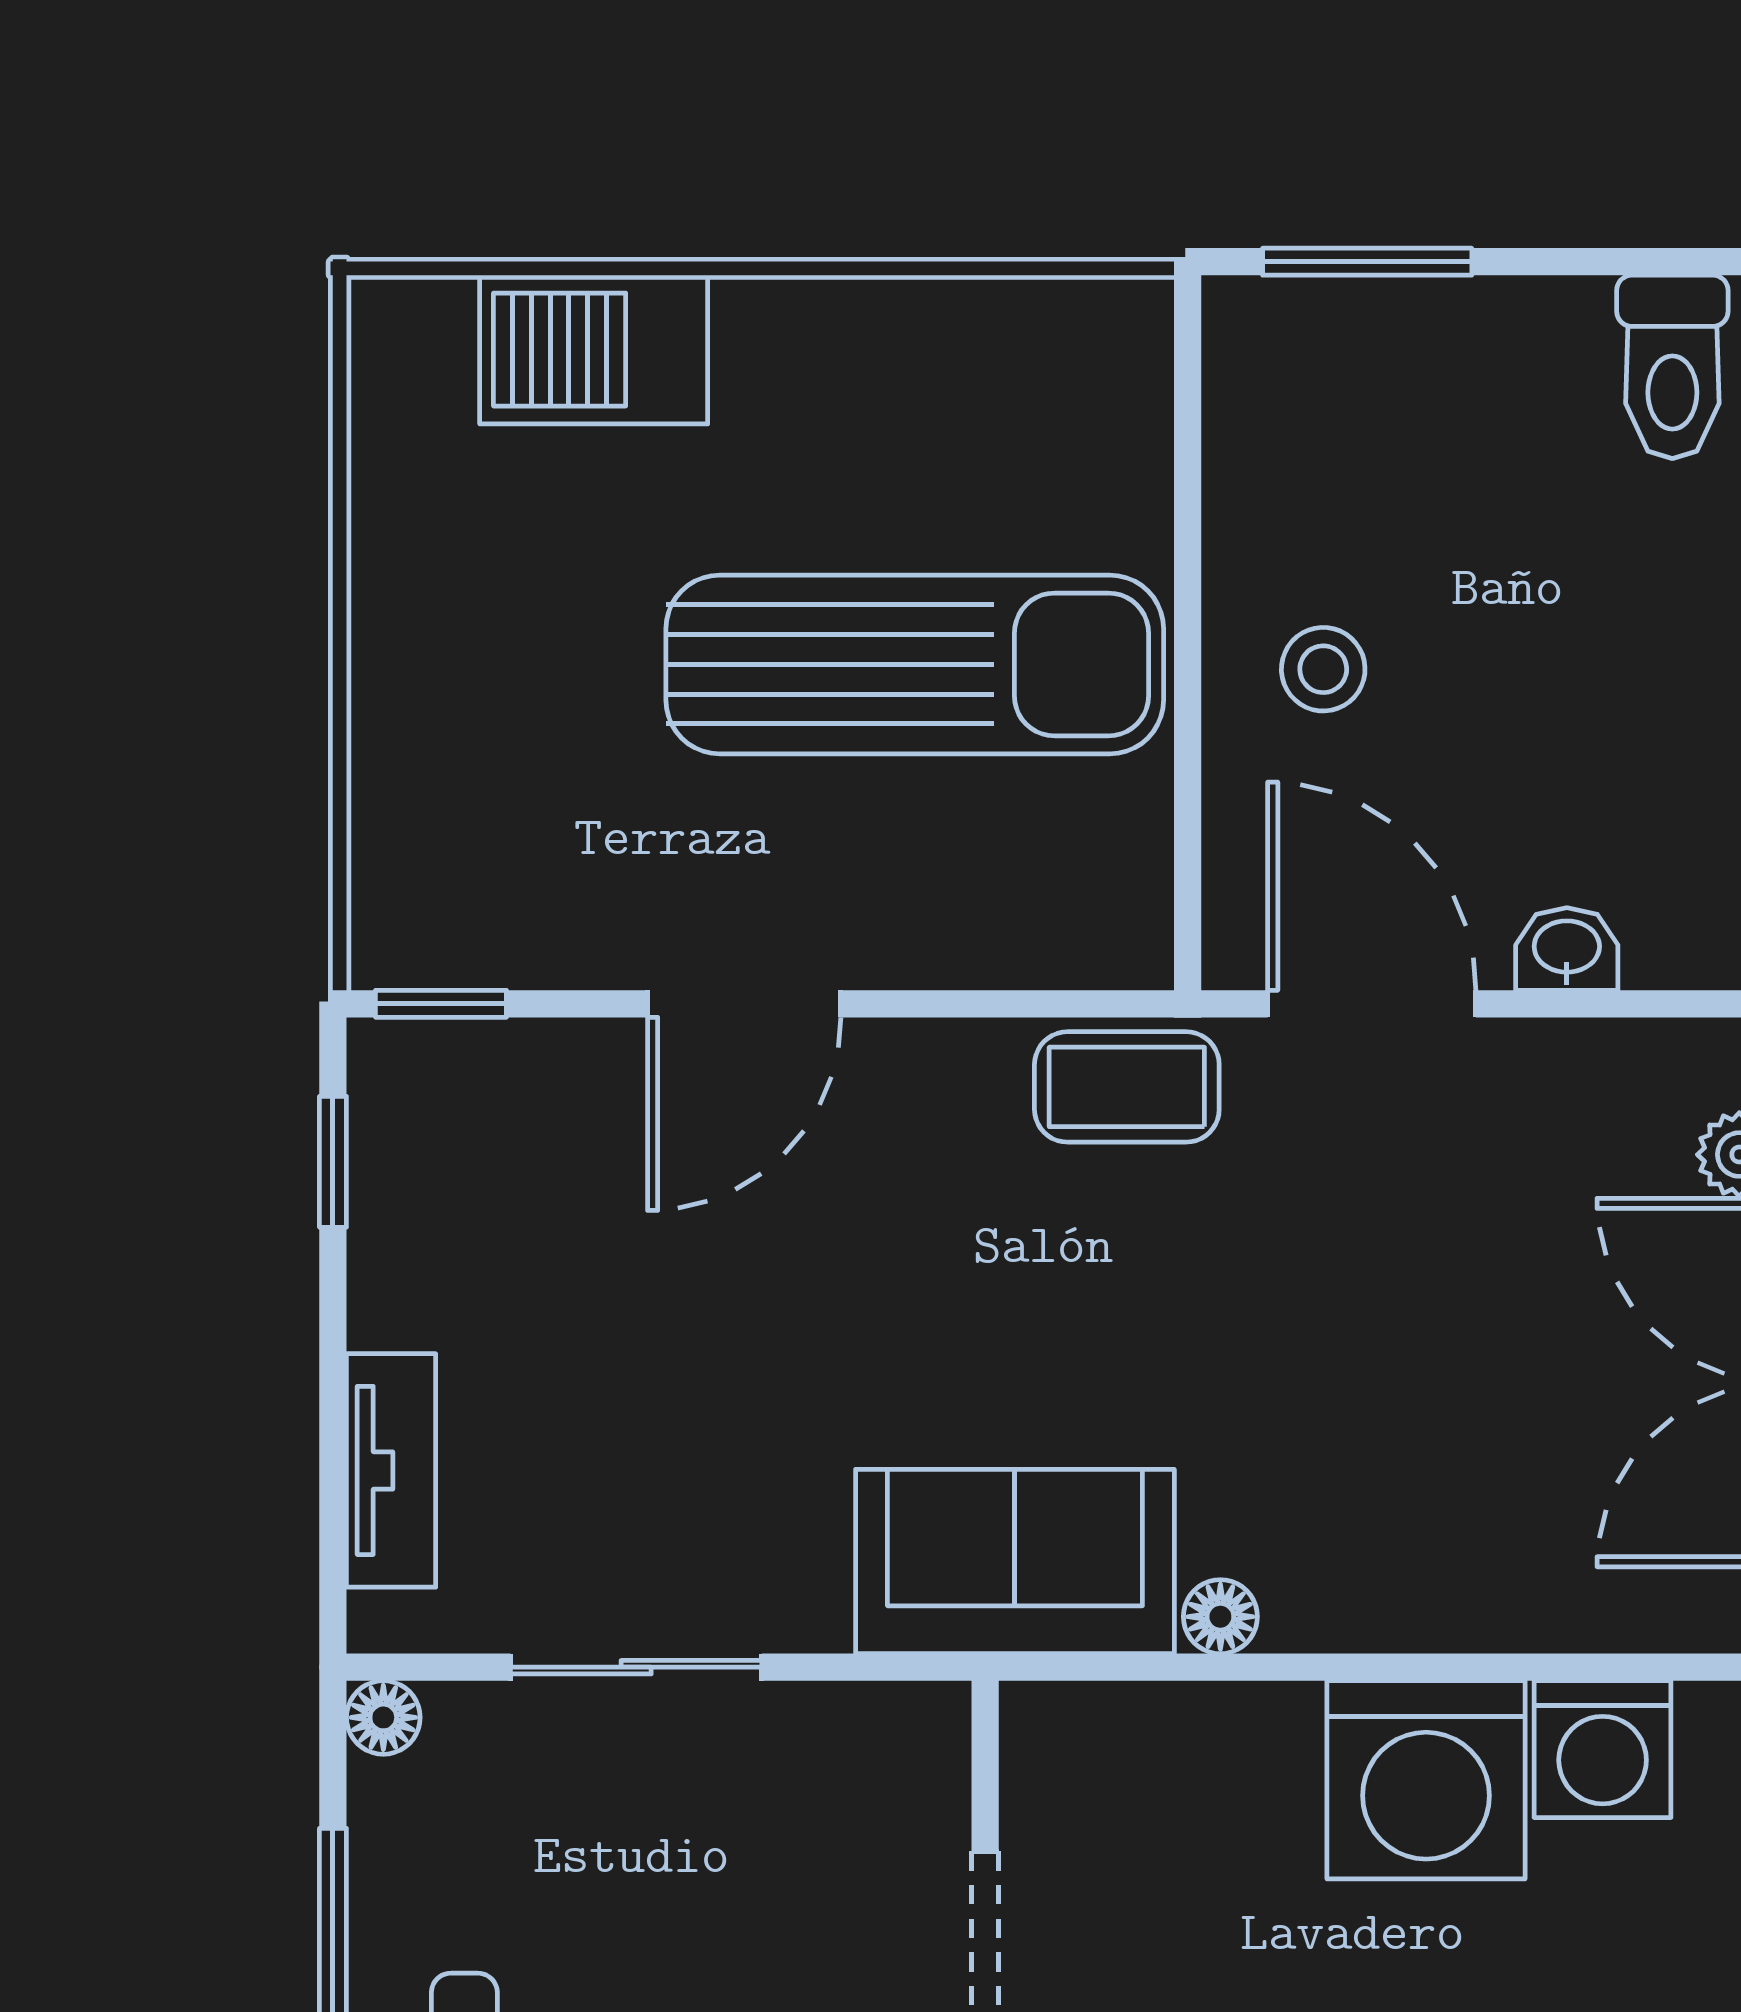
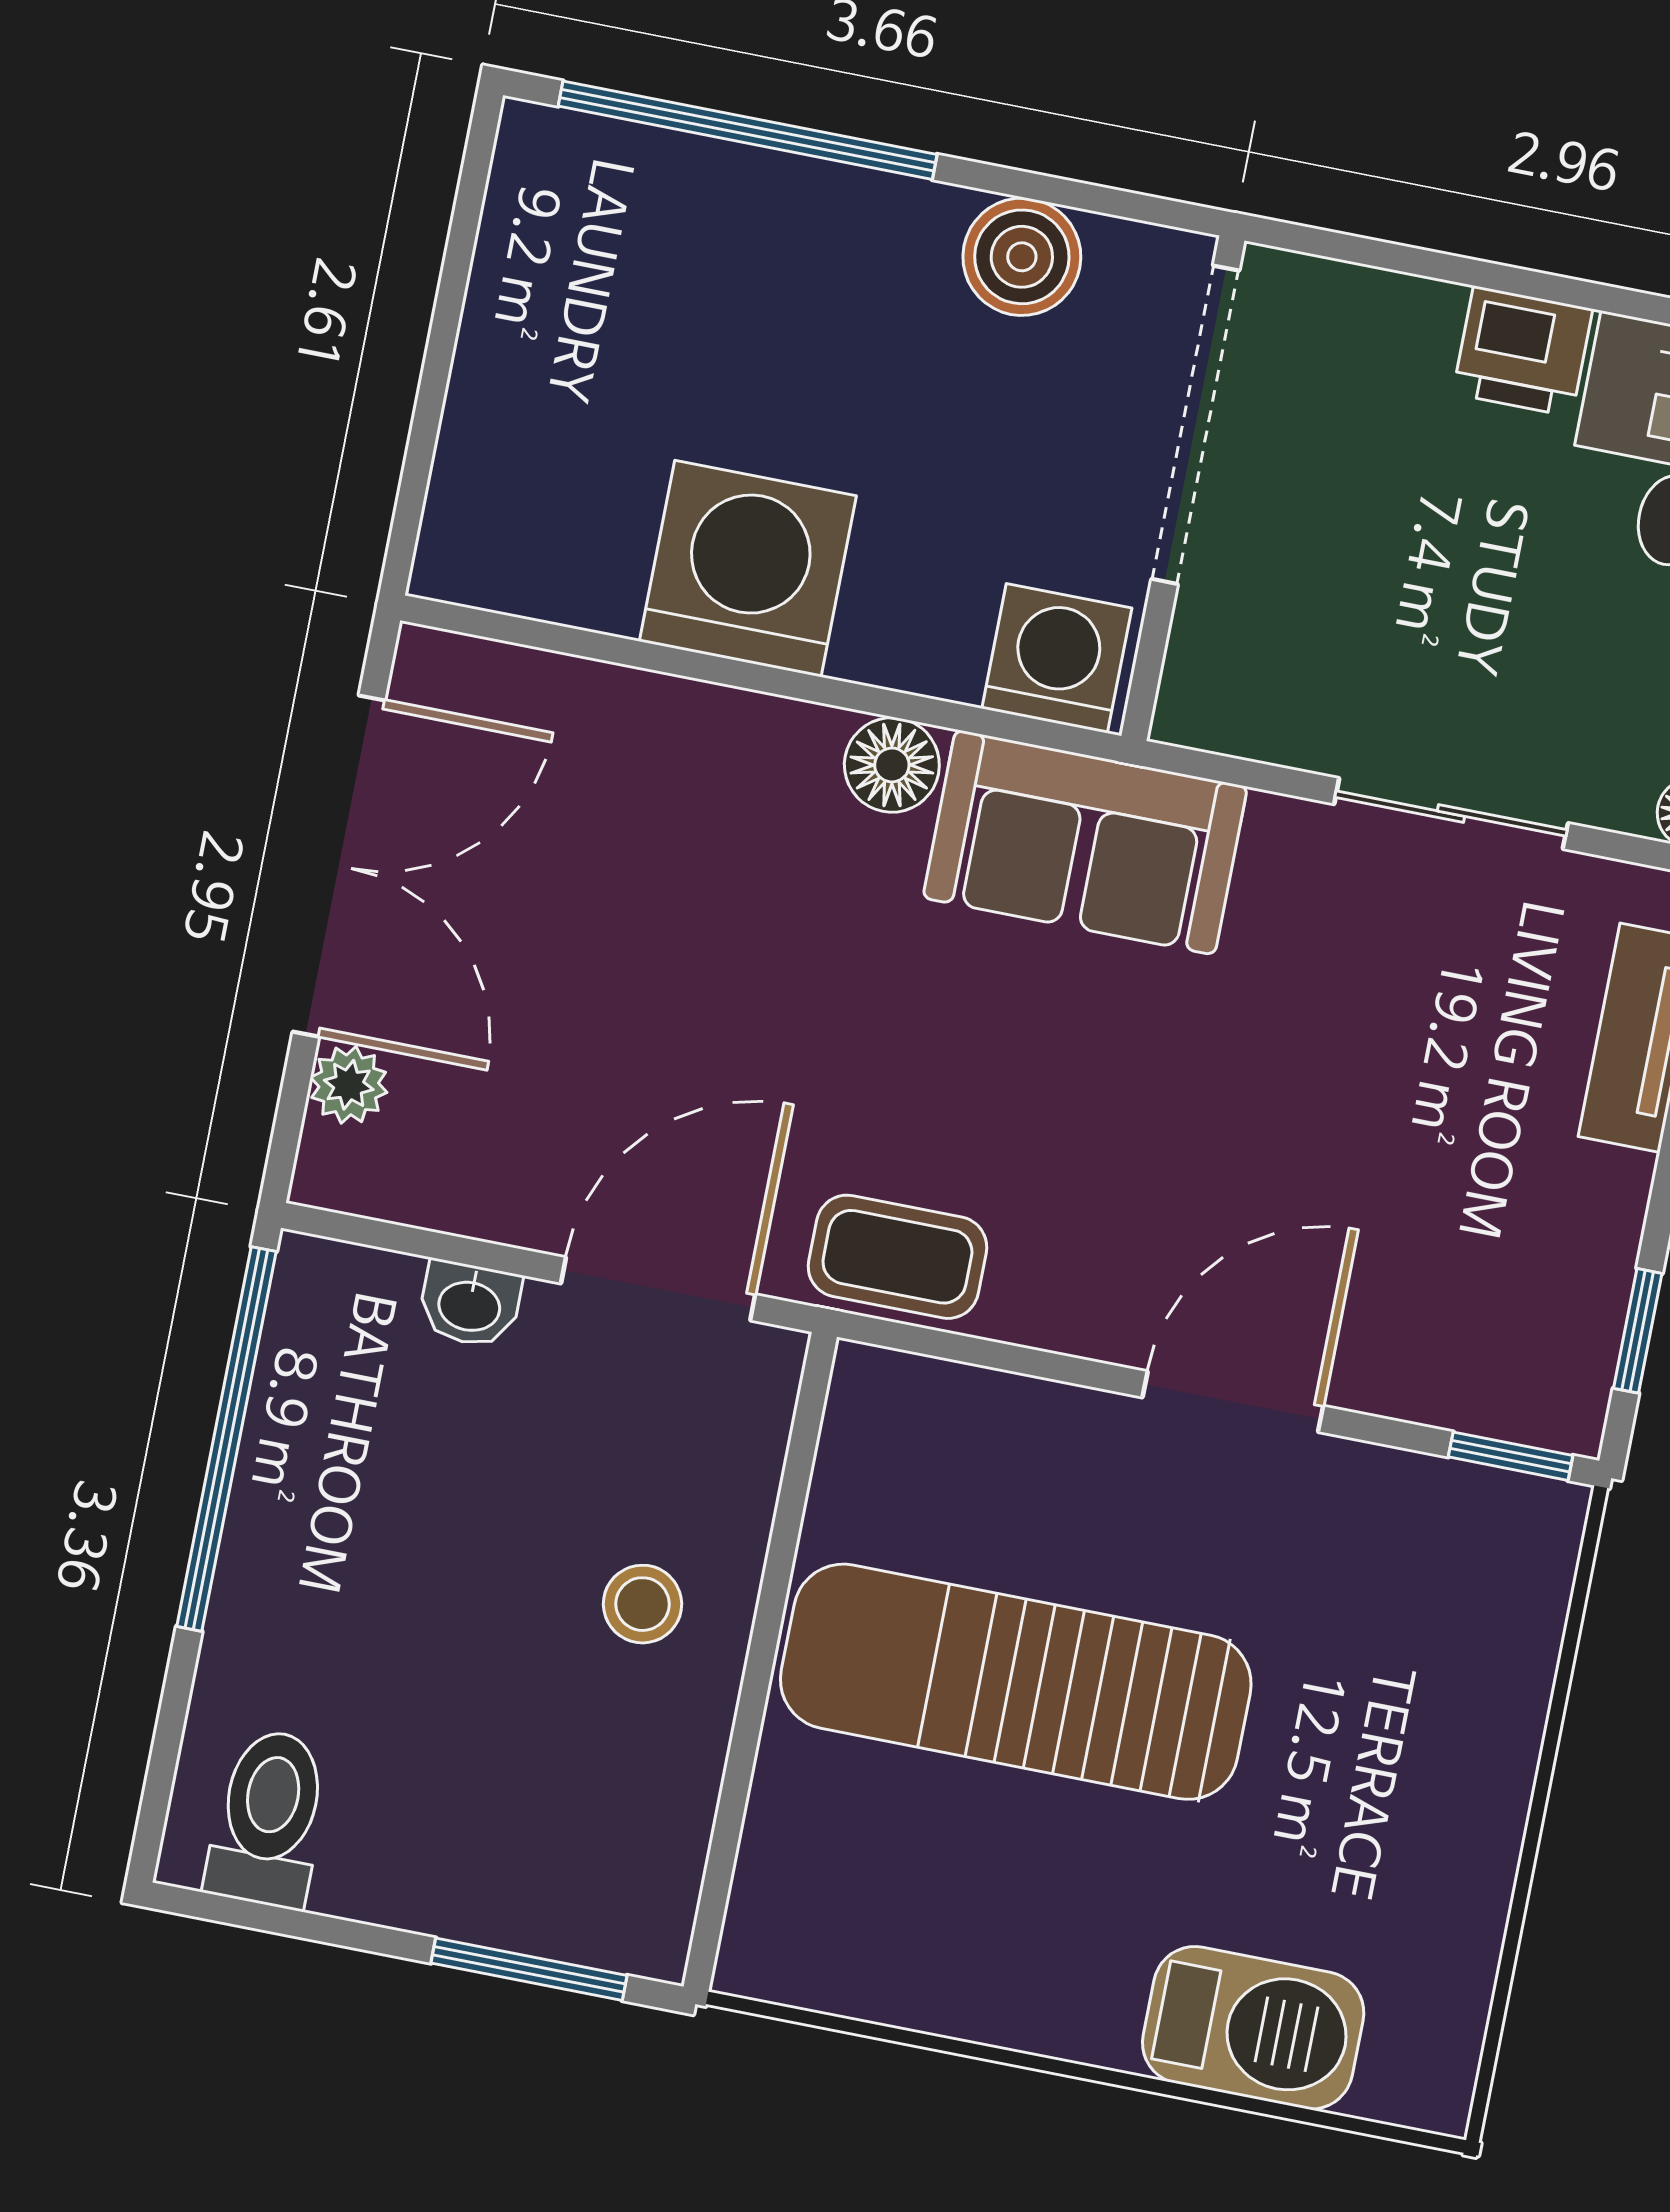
door: (1372, 1004) -> (658, 1289), swing flipped
floor lamp: (1220, 1617) -> (892, 765), width x1.37, depth x1.37
washing machine: (1603, 1749) -> (1057, 658), moved

